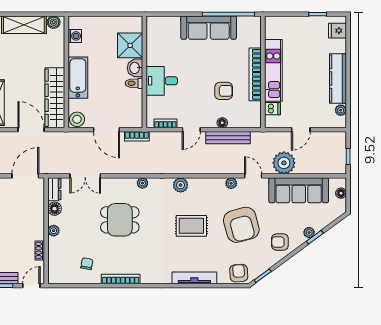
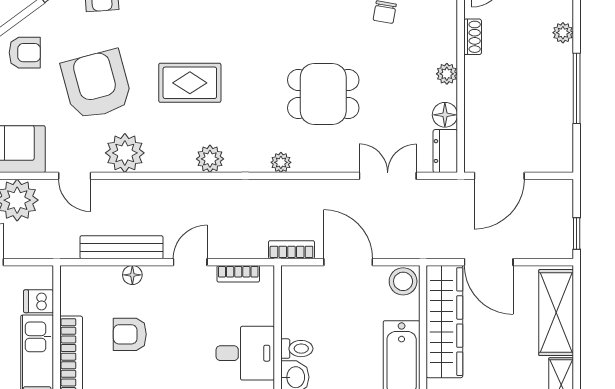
plant: (231, 183) -> (125, 153), width x1.87, depth x1.87

